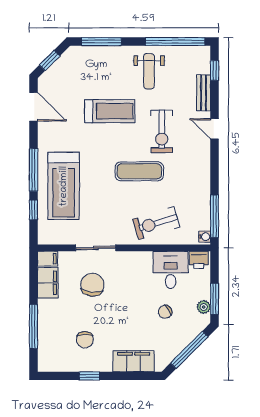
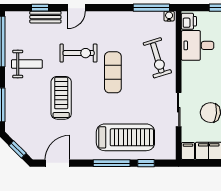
window: (215, 70) -> (40, 8), moved

